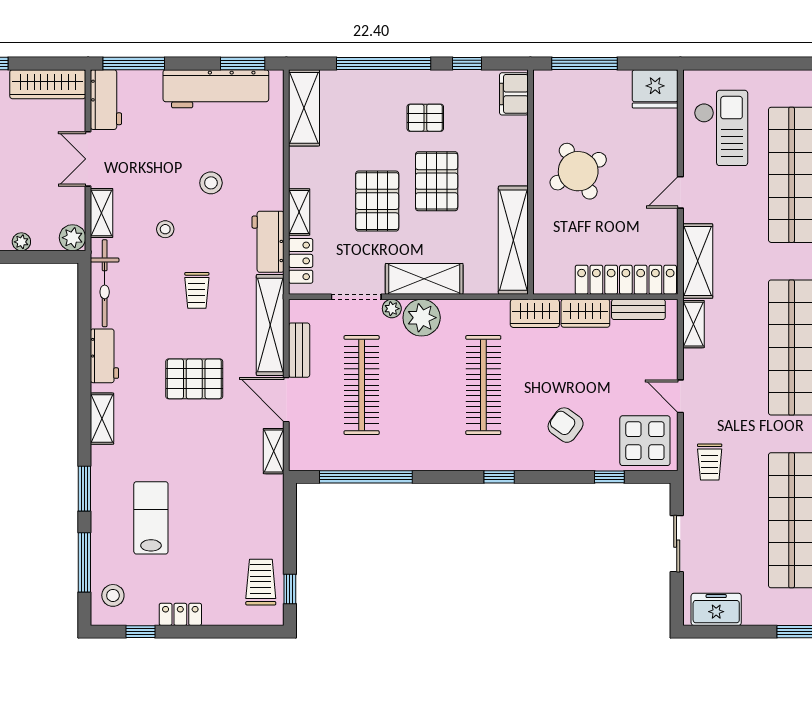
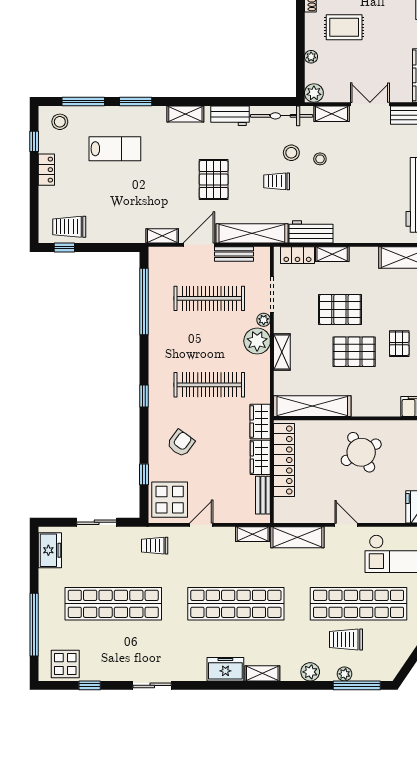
stool: (211, 183) -> (291, 153), moved
shelving: (424, 279) -> (282, 352), width x0.67, depth x0.75
locker: (626, 280) -> (284, 460), moved
trolley: (261, 582) -> (69, 227), turned 180

